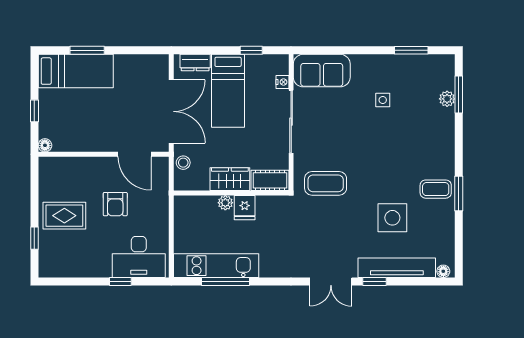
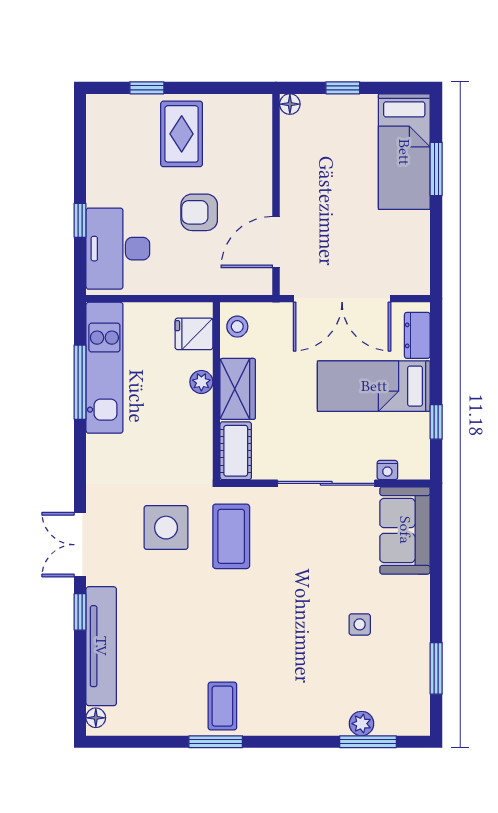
stool: (183, 163) -> (237, 327), moved
fridge: (245, 208) -> (194, 334), moved
side table: (392, 218) -> (166, 528), moved

